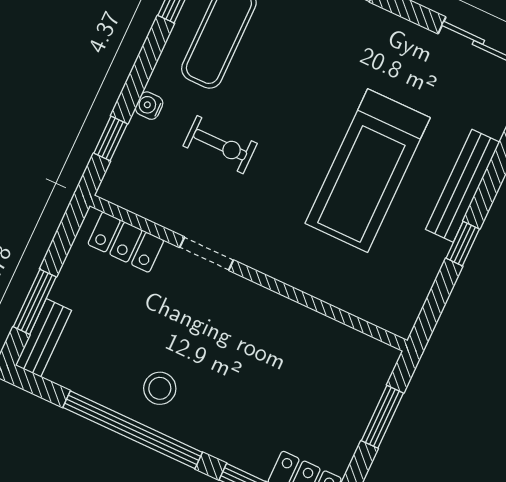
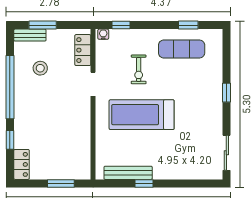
water cooler: (149, 106) -> (103, 34), moved
treadmill: (368, 171) -> (142, 115), moved
bench: (463, 186) -> (128, 173), moved
stool: (160, 388) -> (40, 68), moved

